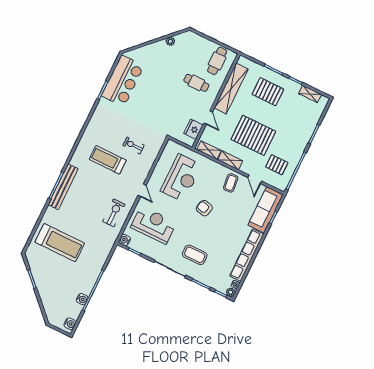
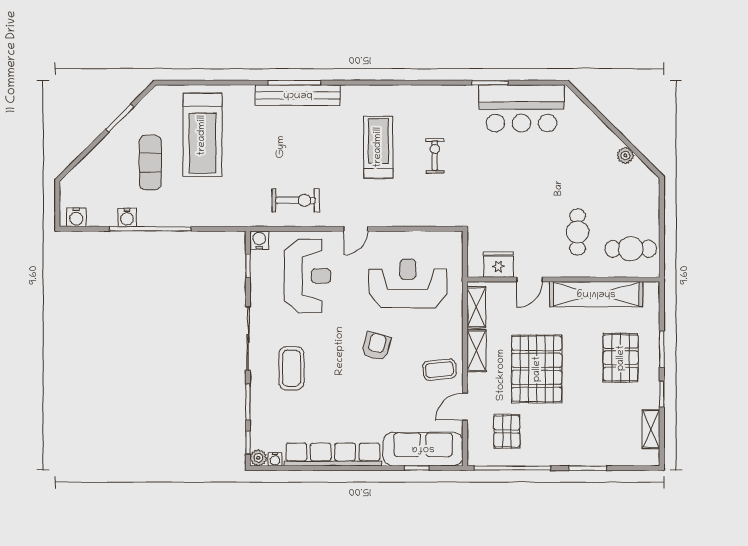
exercise bike: (134, 145) -> (435, 156), moved
reception desk: (181, 178) -> (408, 284), turned 180
exercise mat: (61, 275) -> (150, 162), added

